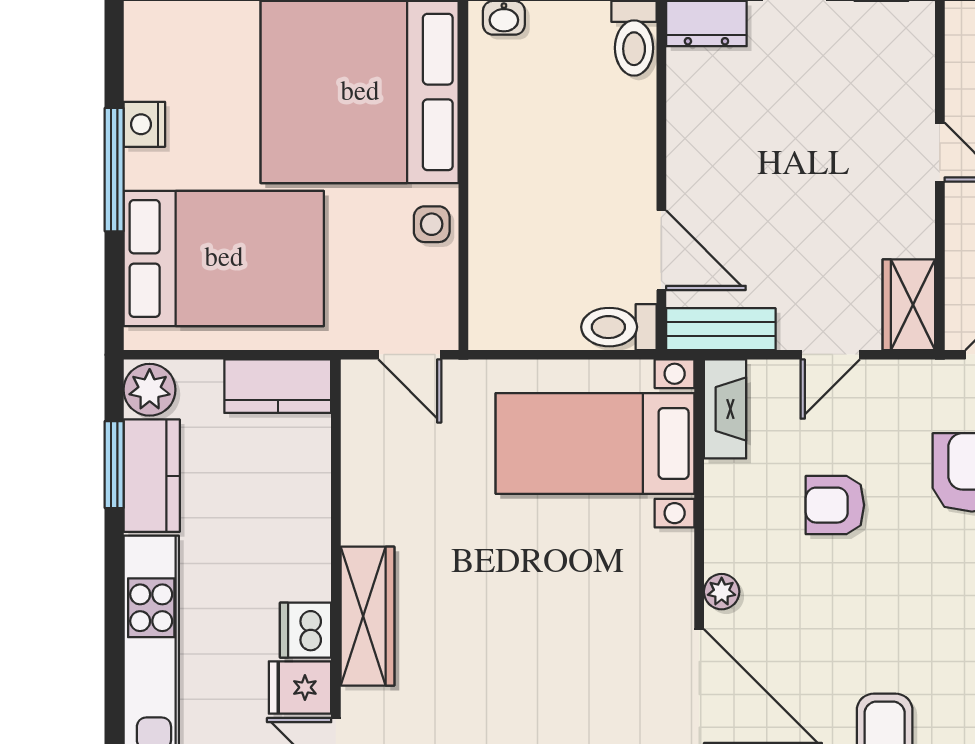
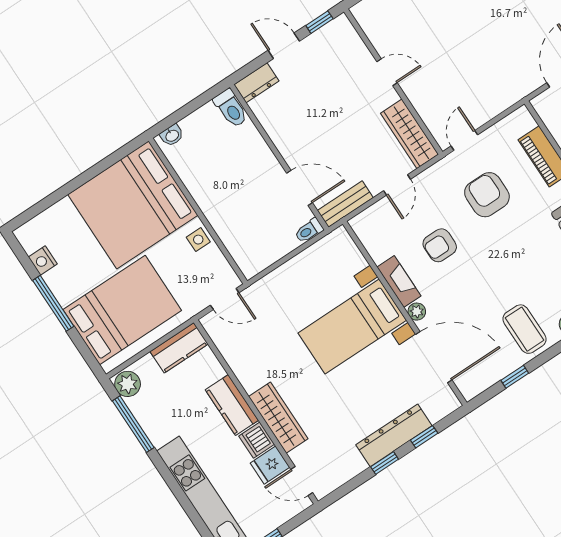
nightstand: (144, 124) -> (43, 261), moved
wardrobe: (909, 305) -> (410, 134), width x1.50
toilet: (619, 327) -> (309, 231), width x0.73, depth x0.72
fireplace: (725, 409) -> (399, 281), moved
bed with nightstands: (595, 443) -> (352, 327), moved
window: (114, 465) -> (133, 424), width x1.44
kitchen counter: (152, 476) -> (232, 405), moved, turned 180

